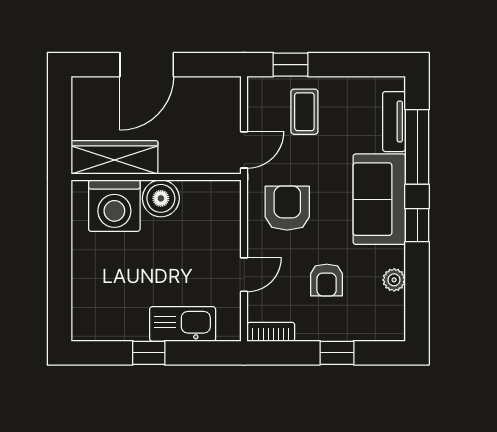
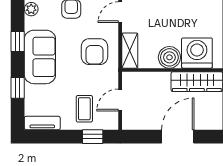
tv unit: (394, 122) -> (42, 123), moved, turned -90
window: (417, 147) -> (18, 88), width x0.46
door: (244, 150) -> (120, 100), moved
shelving: (228, 210) -> (130, 51), added

